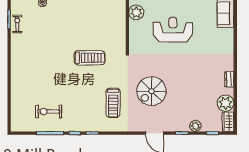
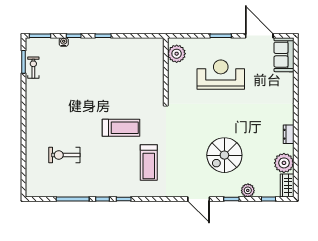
treadmill: (90, 58) -> (121, 128), moved
spiral stairs: (151, 91) -> (224, 155), moved
exercise bike: (49, 111) -> (64, 155), moved

